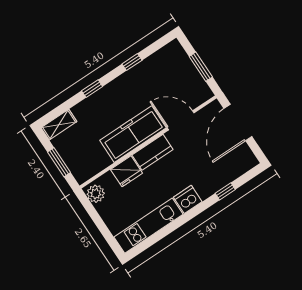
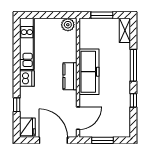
window: (92, 89) -> (133, 65), width x2.17
door: (181, 120) -> (78, 118), moved
fridge: (126, 171) -> (27, 127), moved, turned 180

